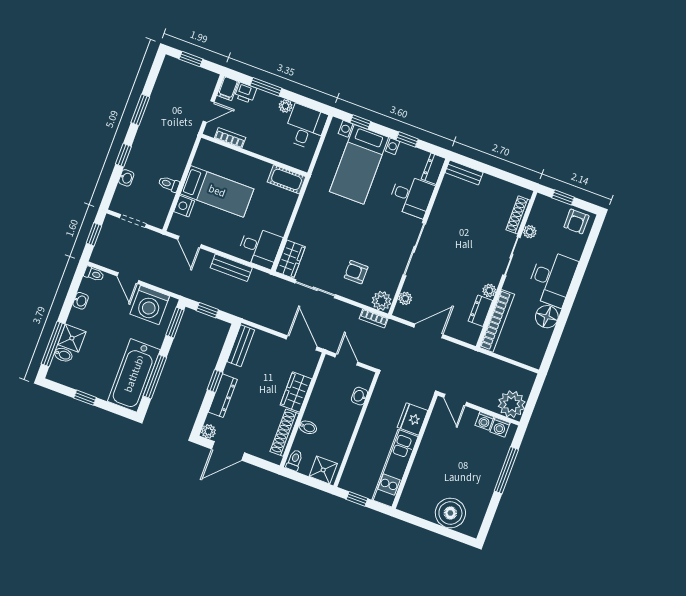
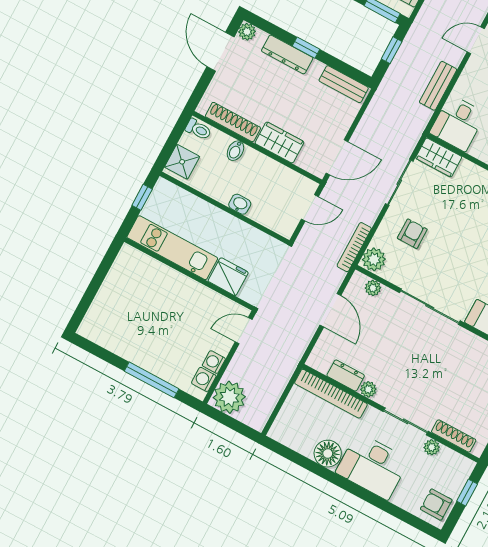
bookcase: (374, 318) -> (354, 247), width x1.56
washbasin: (359, 396) -> (240, 204), moved
boiler: (450, 513) -> (110, 306), removed

